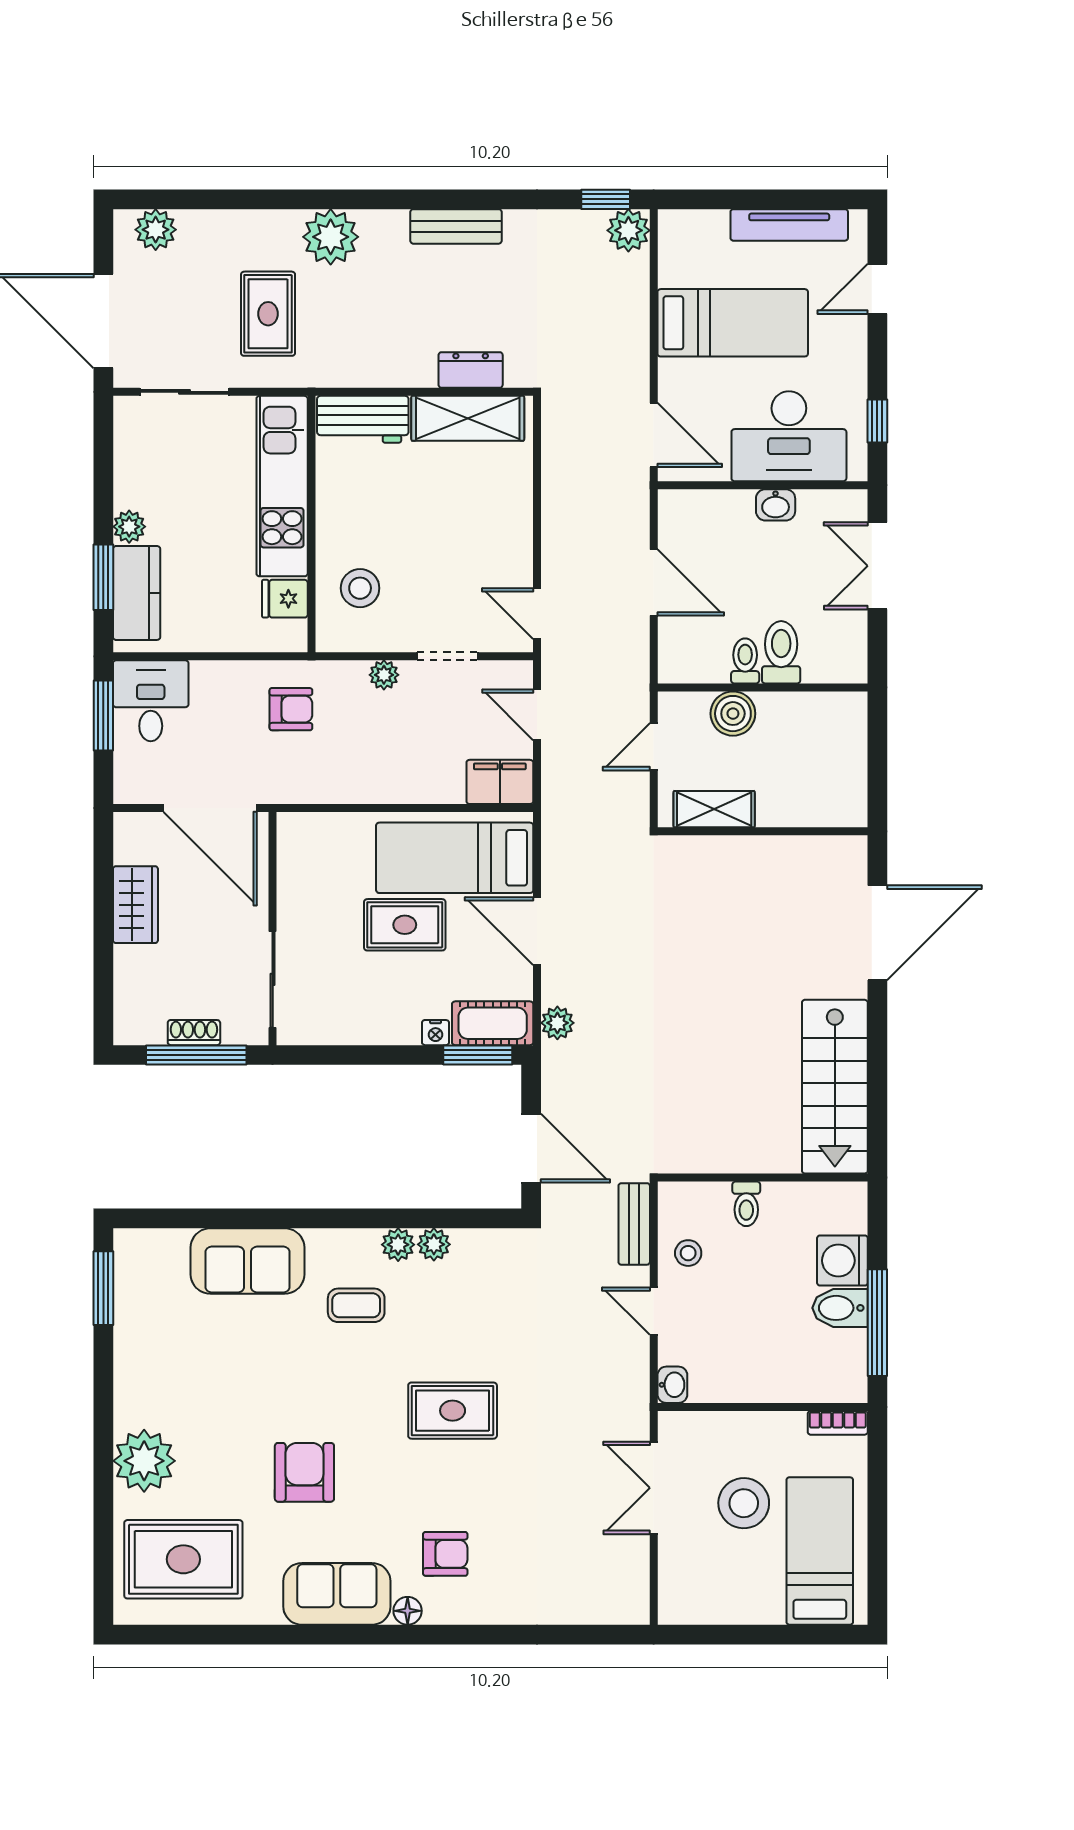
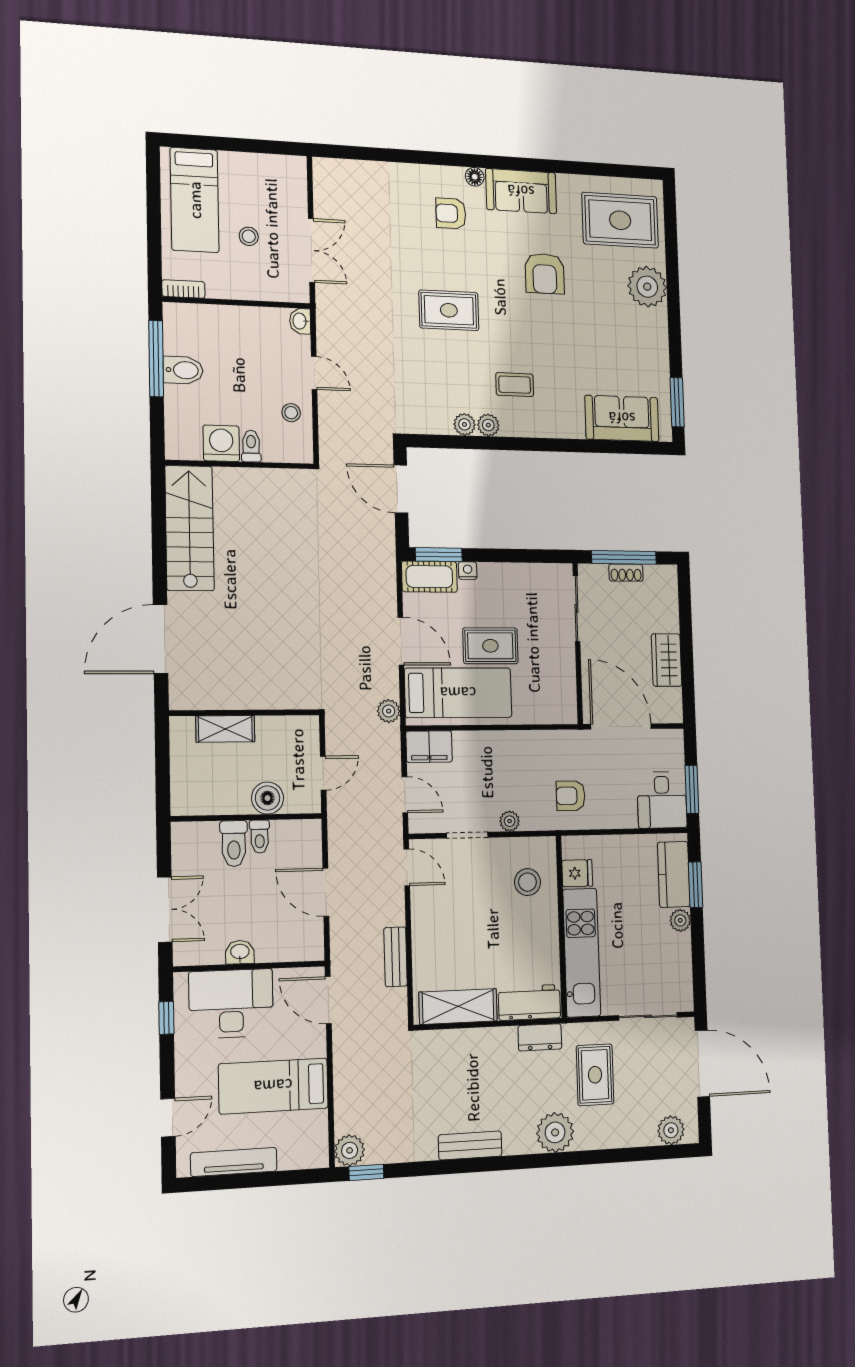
dresser: (471, 370) -> (540, 1037), moved
shelving: (714, 809) -> (225, 729), moved
plant: (557, 1023) -> (389, 711), moved
bench: (634, 1224) -> (395, 957), moved
sofa: (248, 1261) -> (622, 418), moved
washing machine: (842, 1261) -> (221, 443), moved, turned -90
stool: (744, 1503) -> (249, 236), width x0.53, depth x0.53

